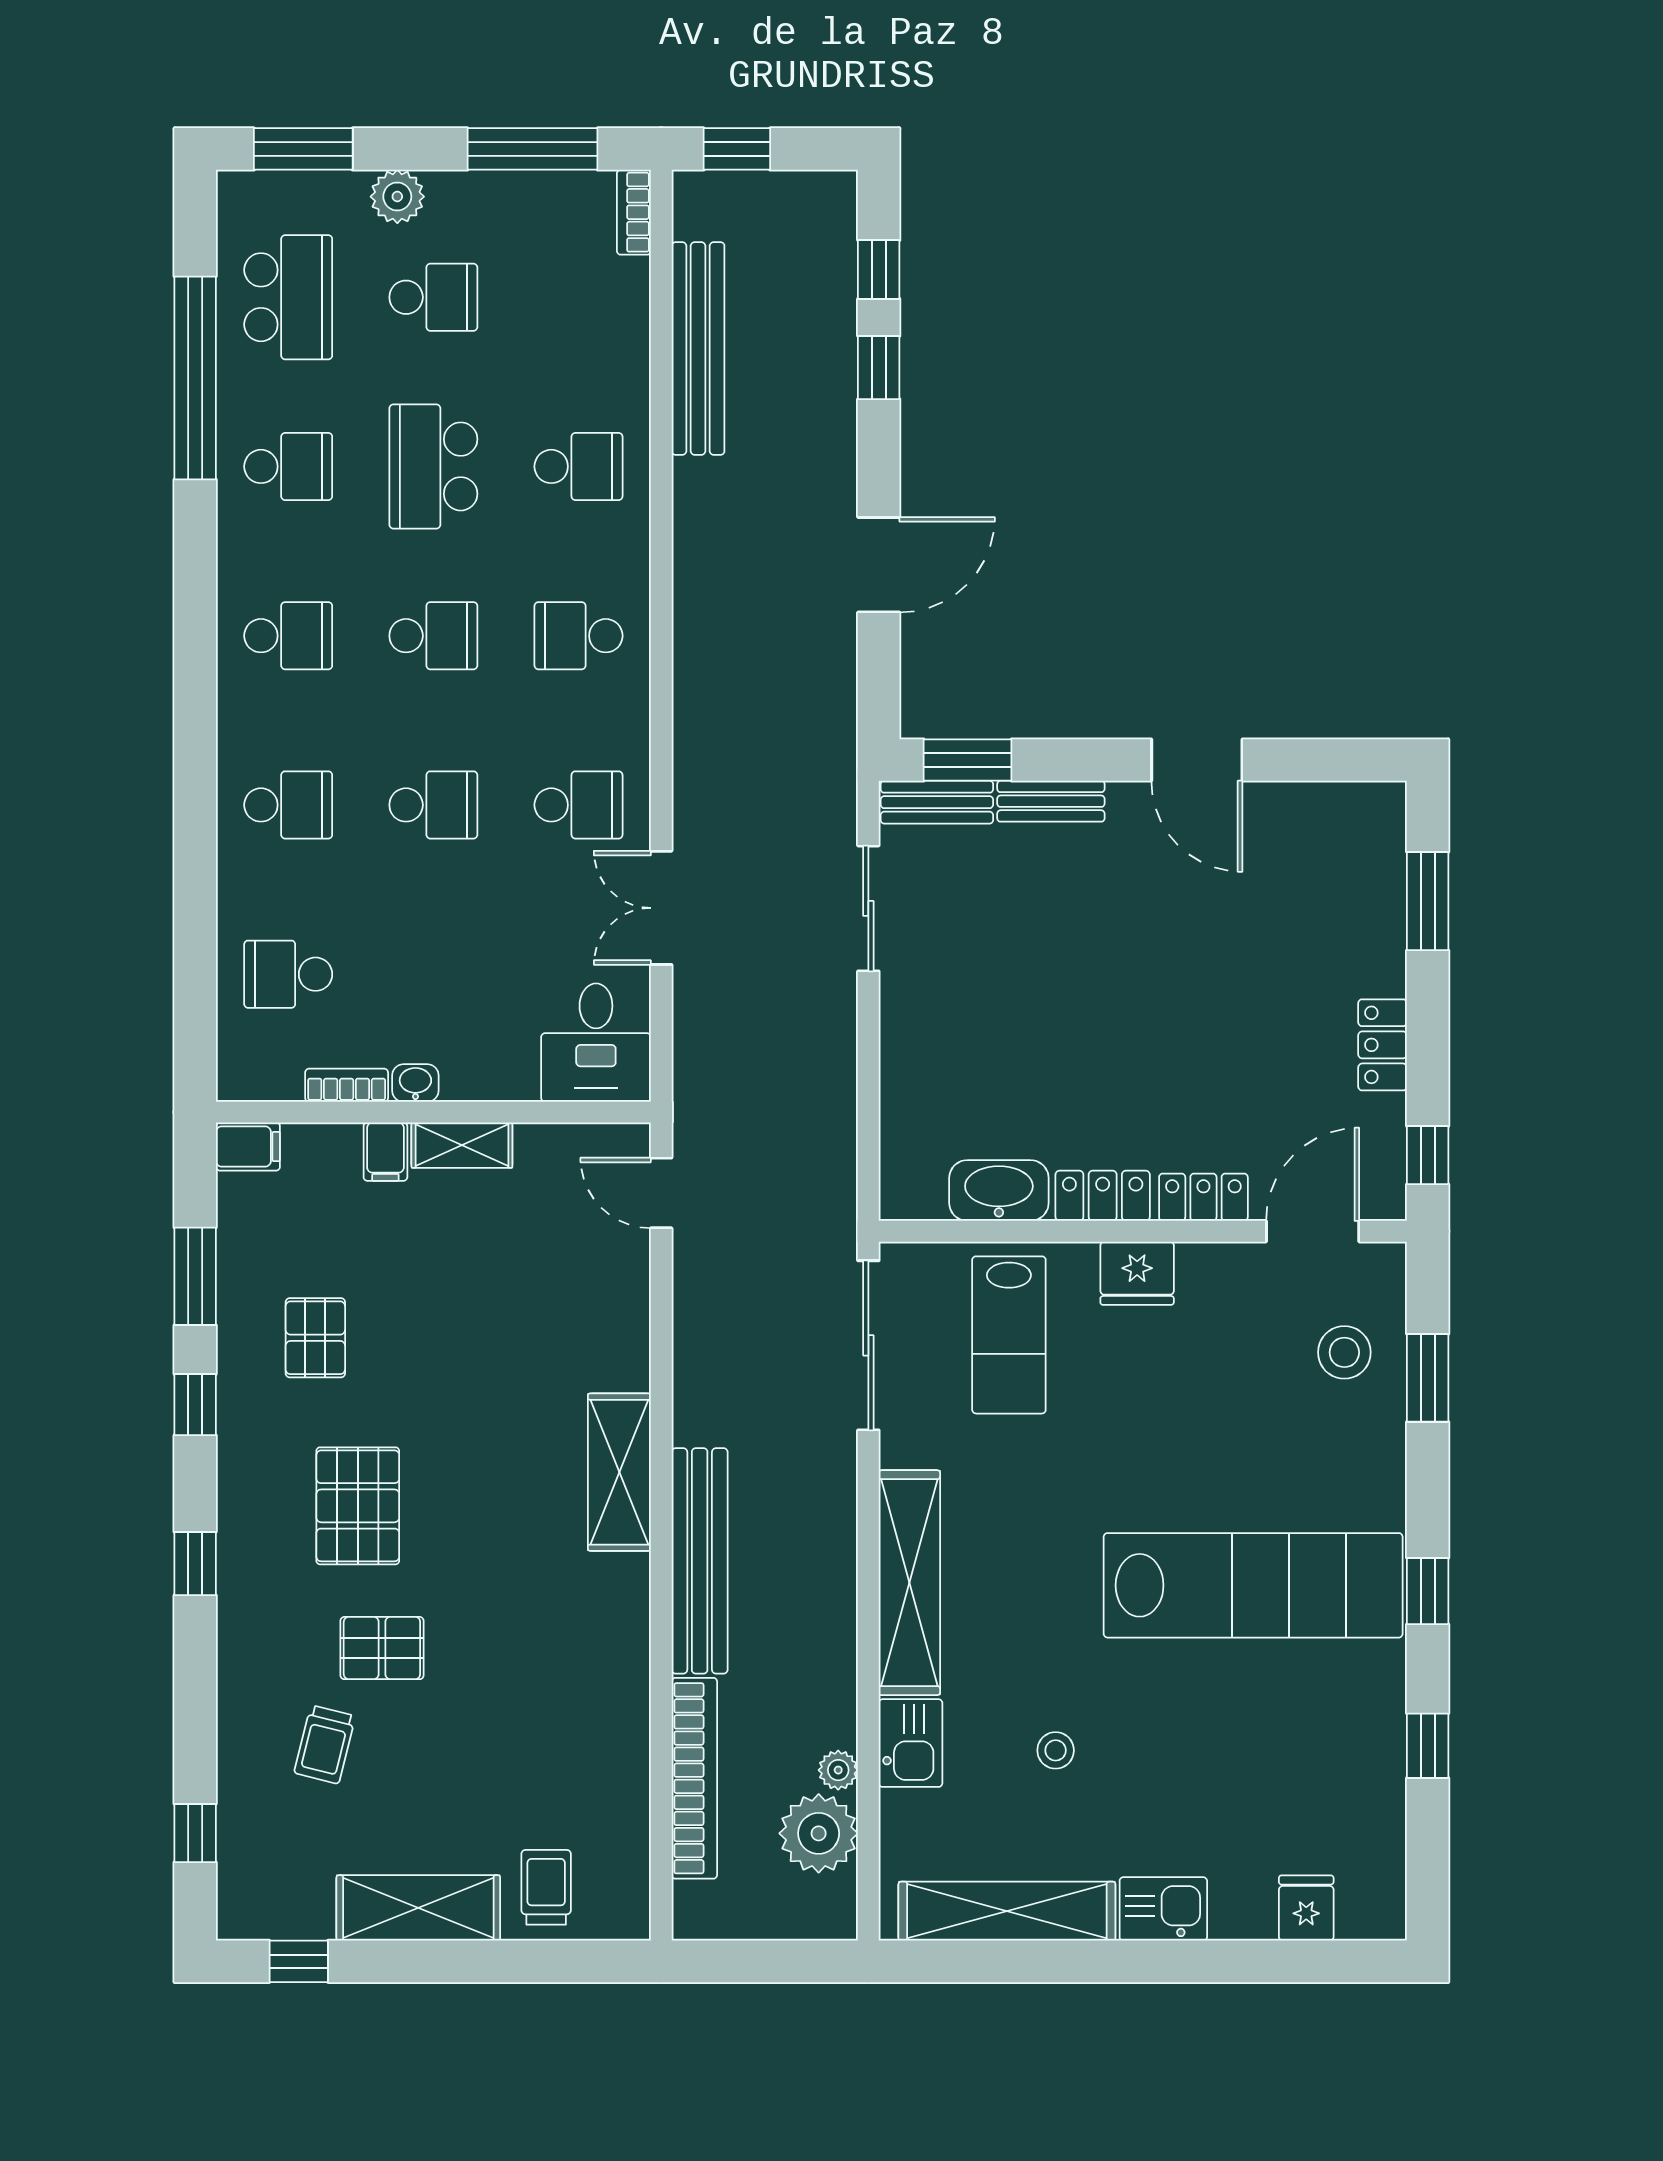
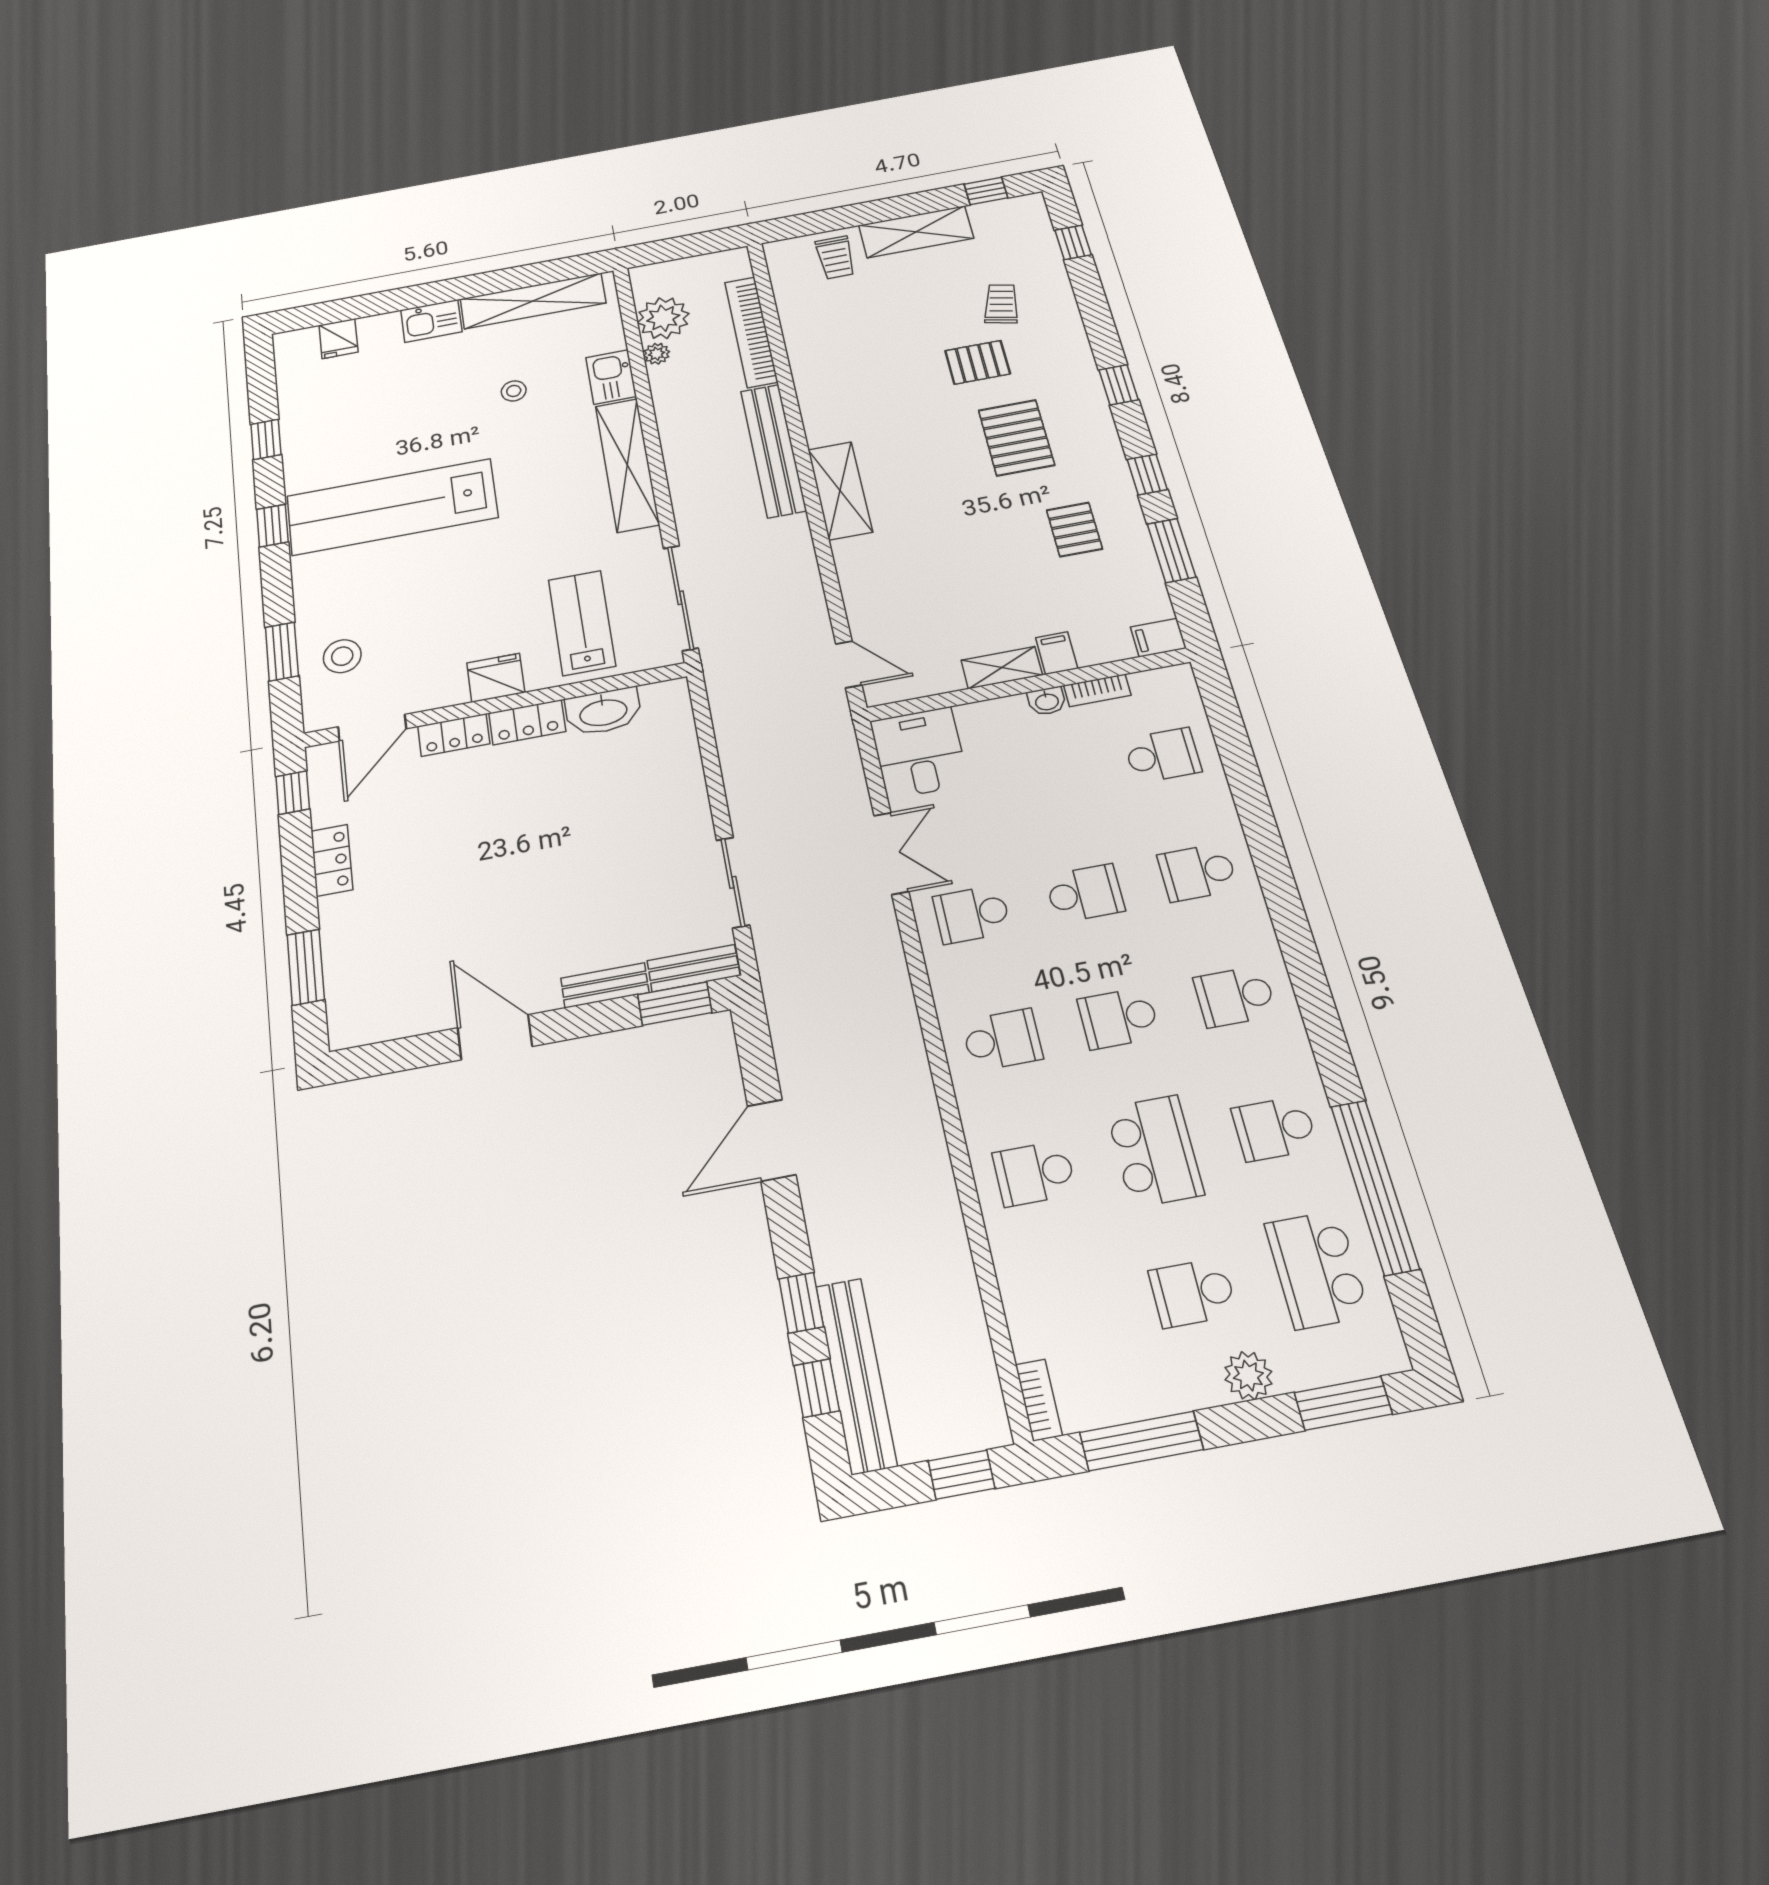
bench: (698, 348) -> (856, 1375), moved
school desk: (433, 805) -> (1085, 893), turned 180

